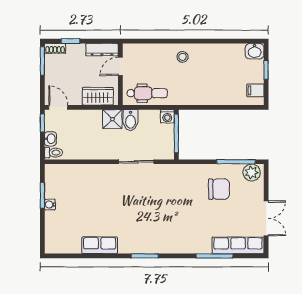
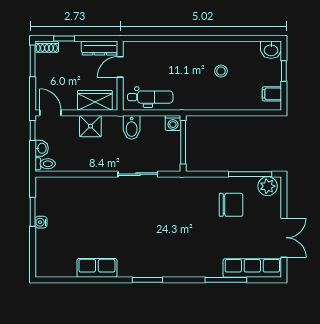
stool: (182, 57) -> (221, 71), moved
shower: (112, 119) -> (90, 126), moved

